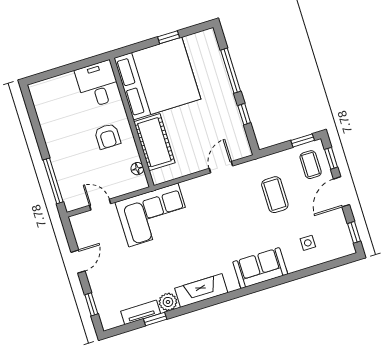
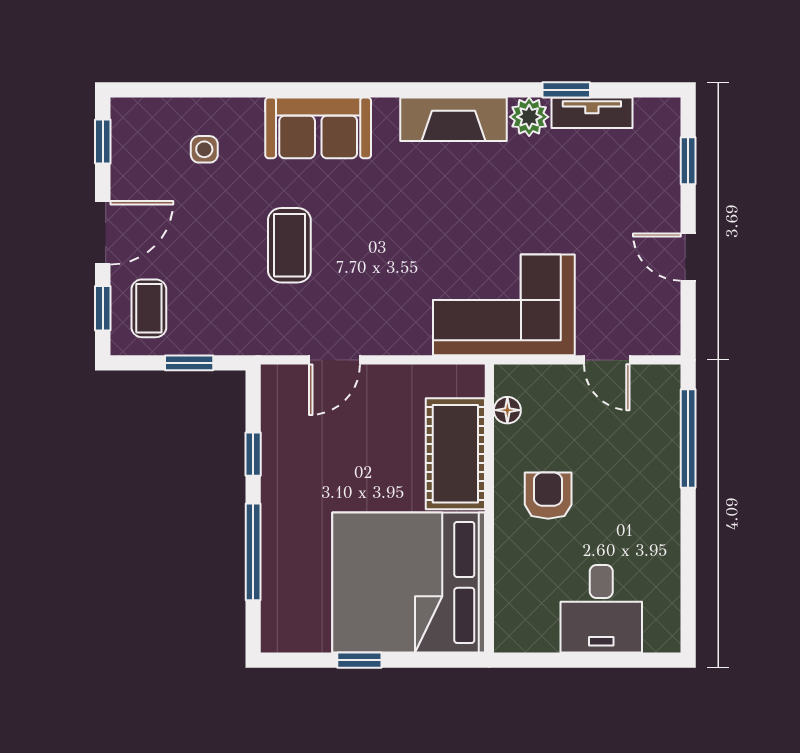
desk: (98, 84) -> (601, 609), moved
window: (303, 140) -> (189, 363), moved
coffee table: (275, 195) -> (289, 245), moved
door: (78, 262) -> (688, 257), hinge flipped

